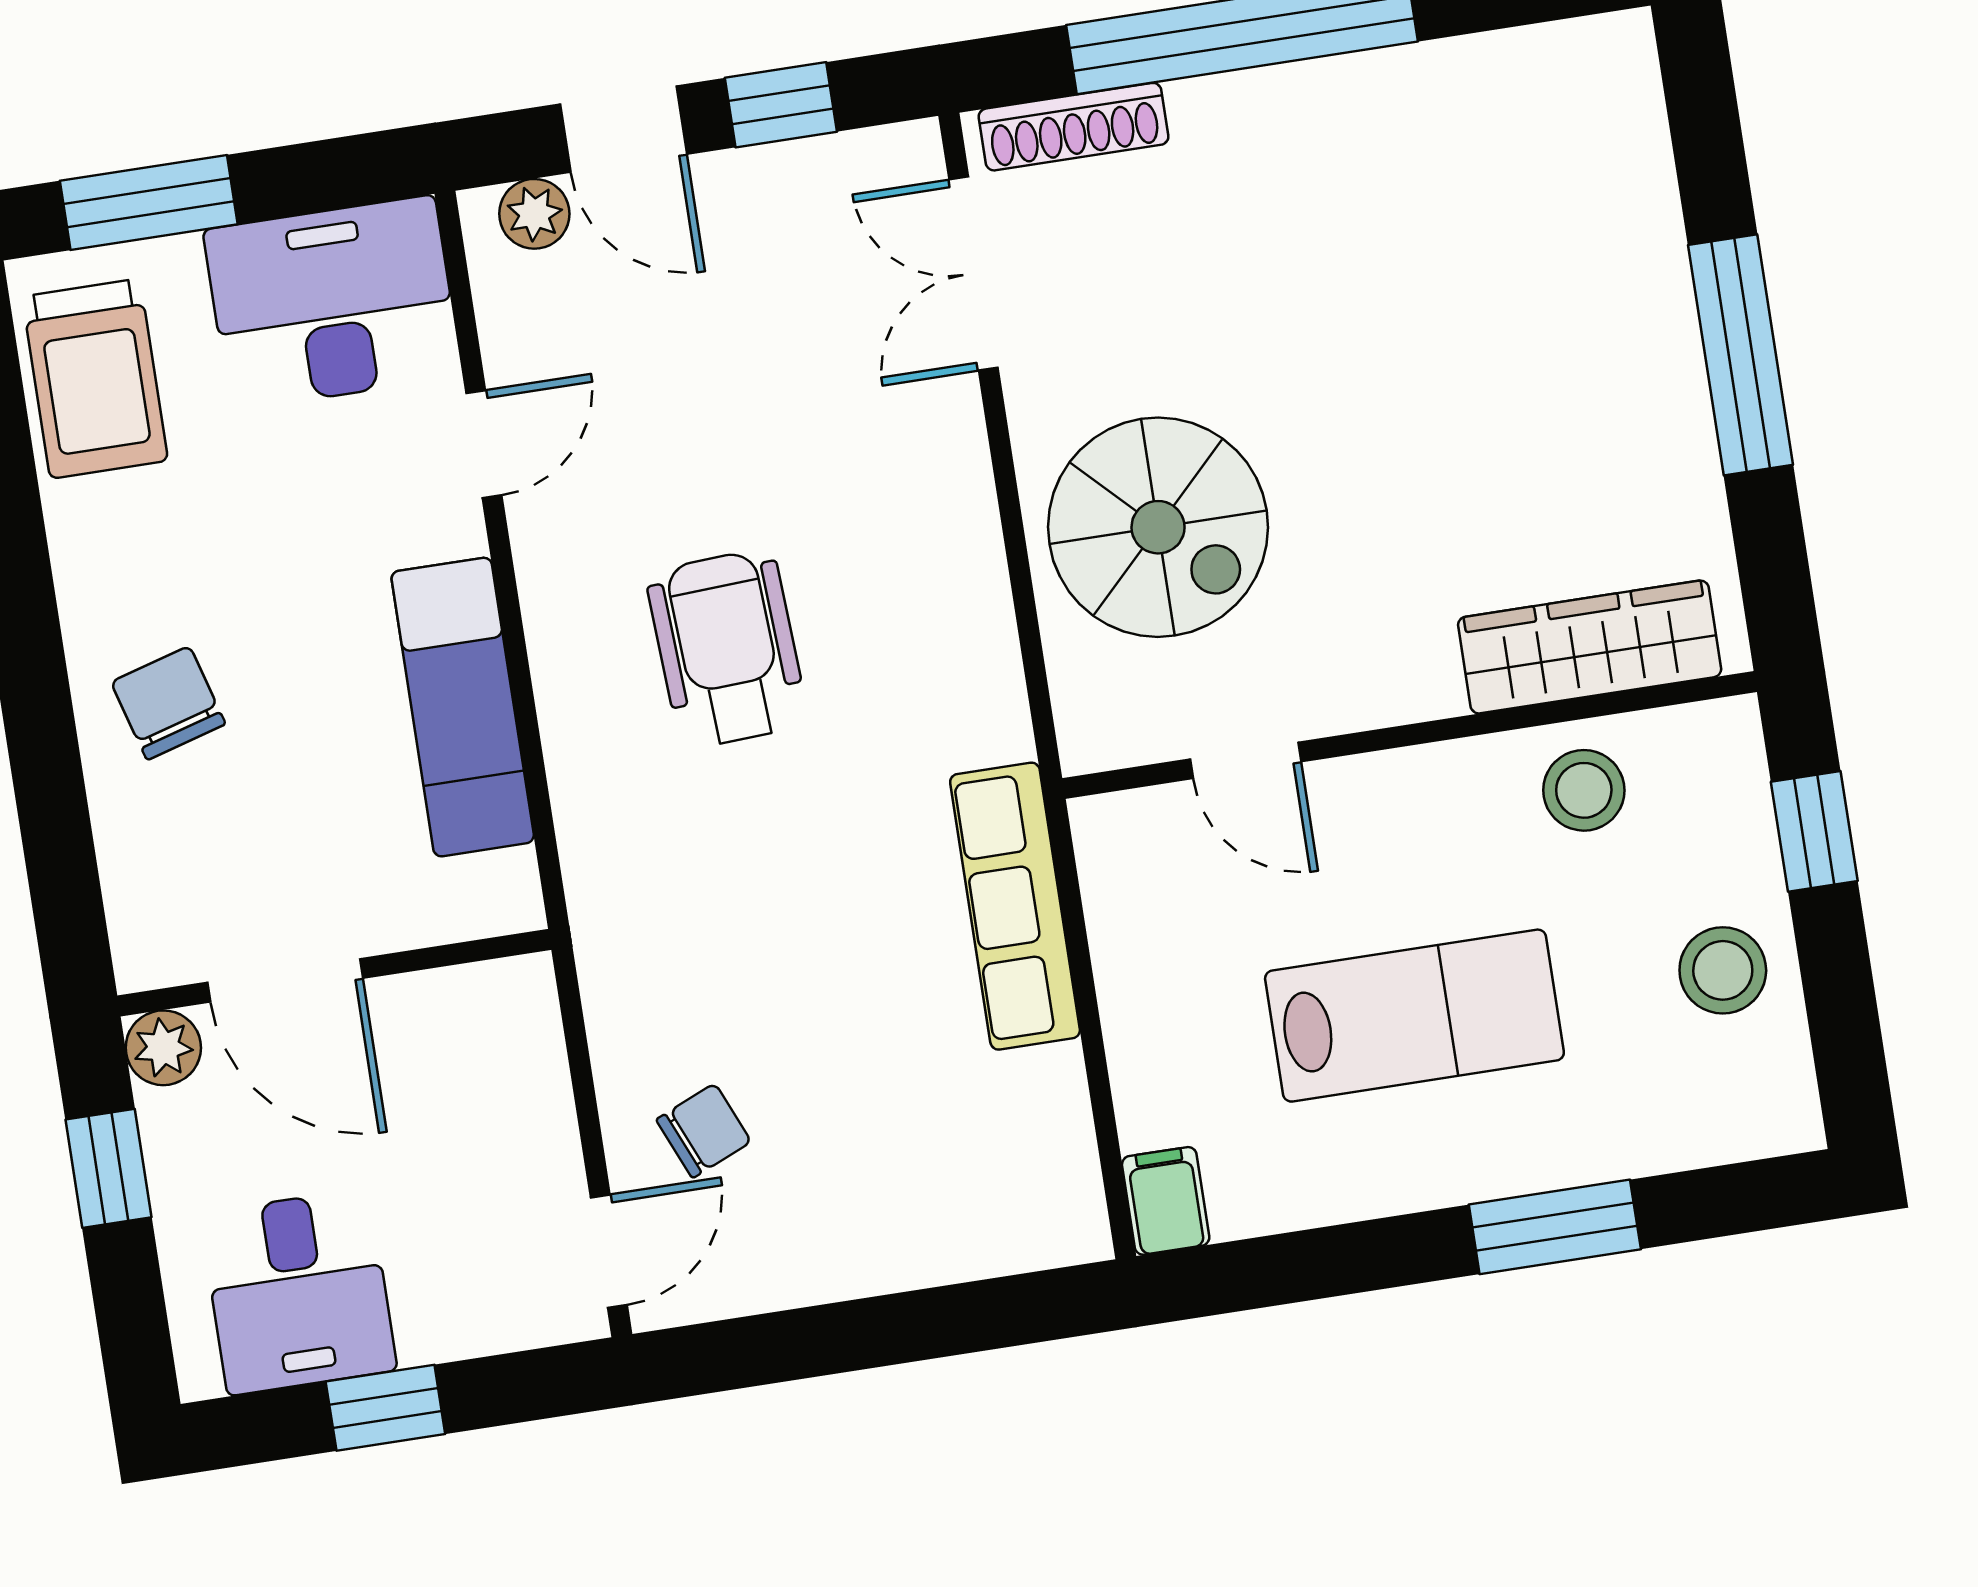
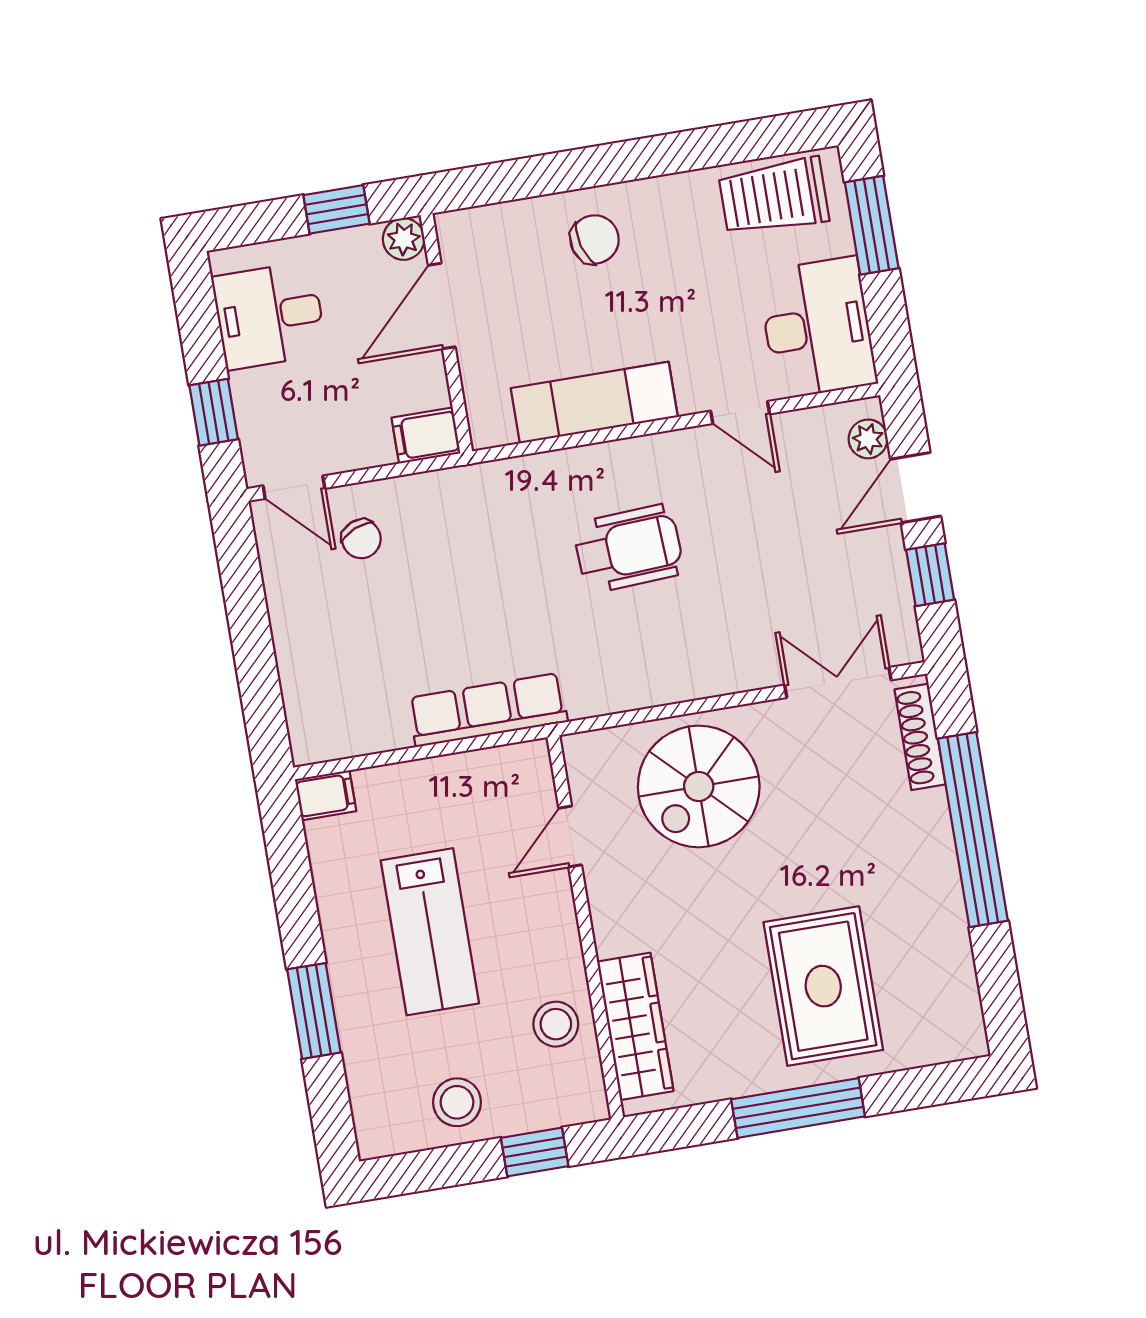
rug: (1521, 307) -> (823, 986), added
filing cabinet: (518, 1012) -> (426, 435), added
window: (385, 1408) -> (214, 412), moved

